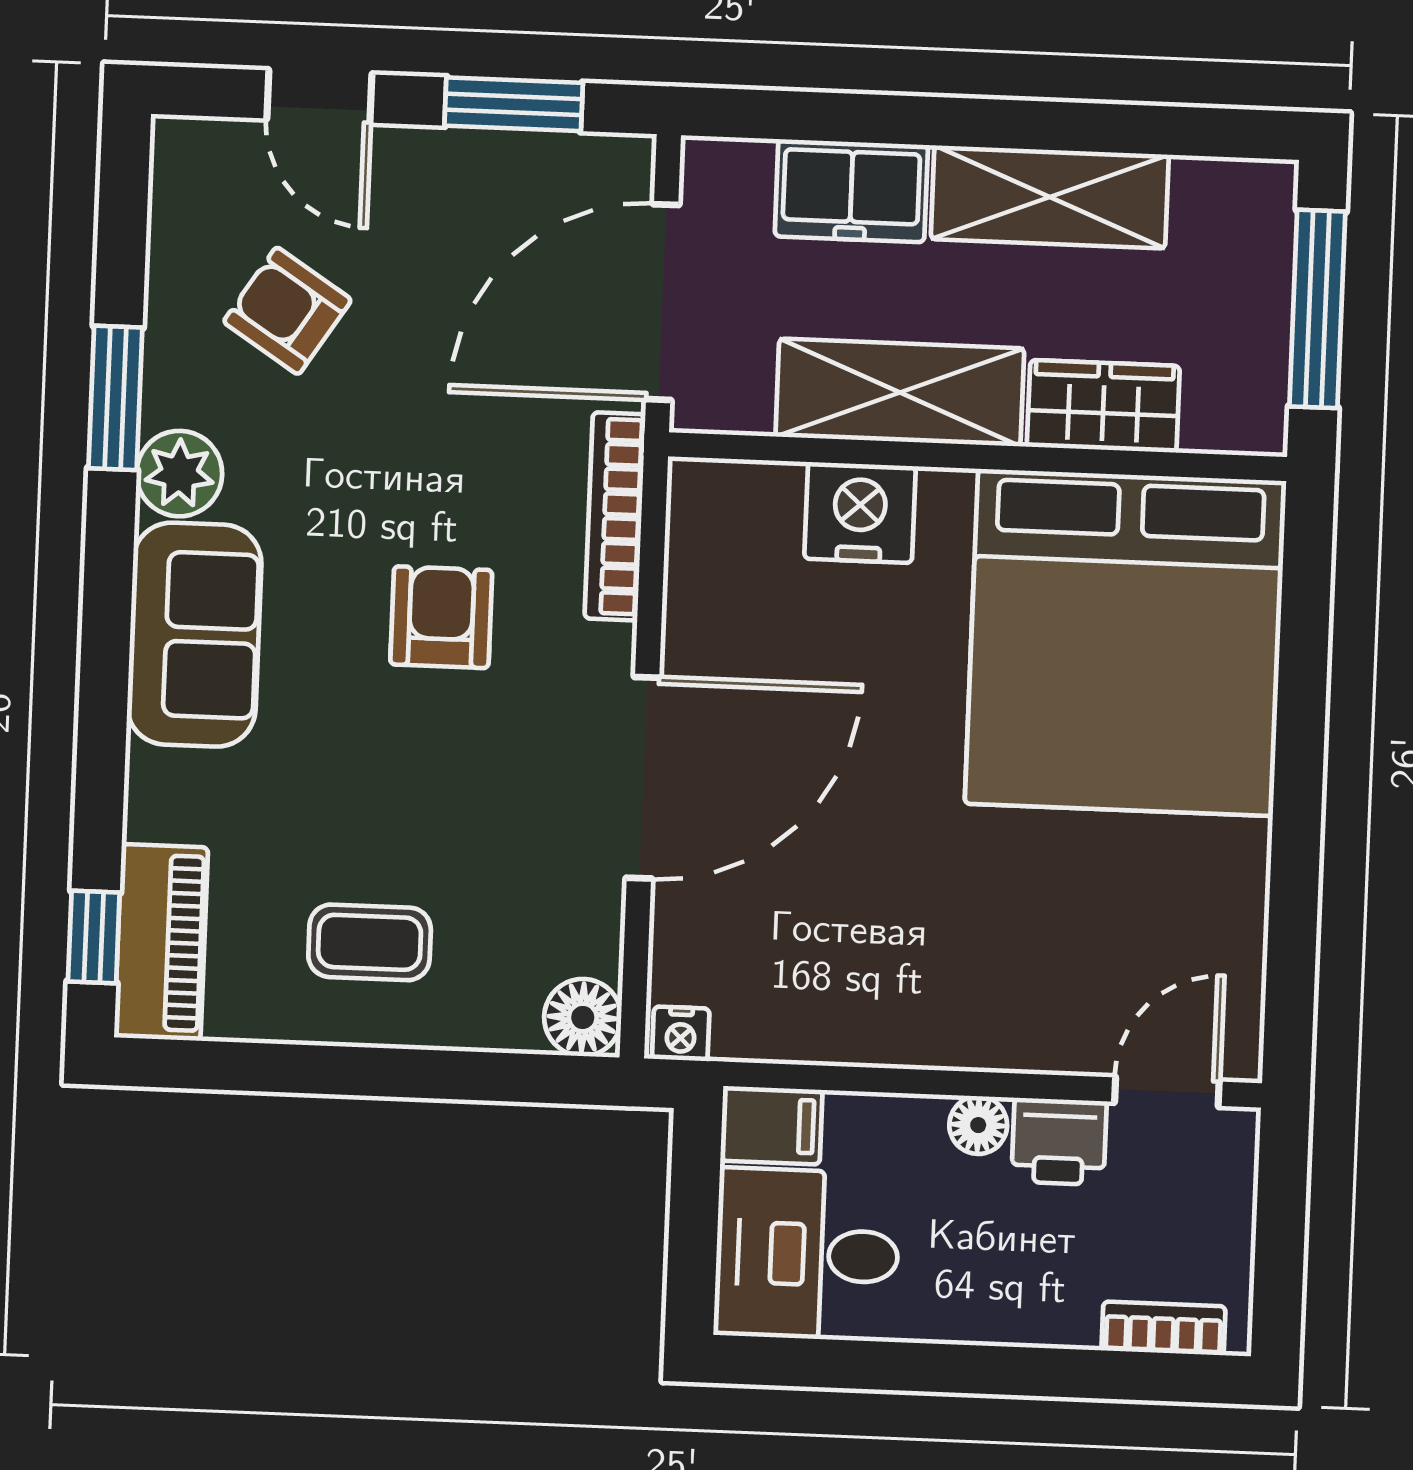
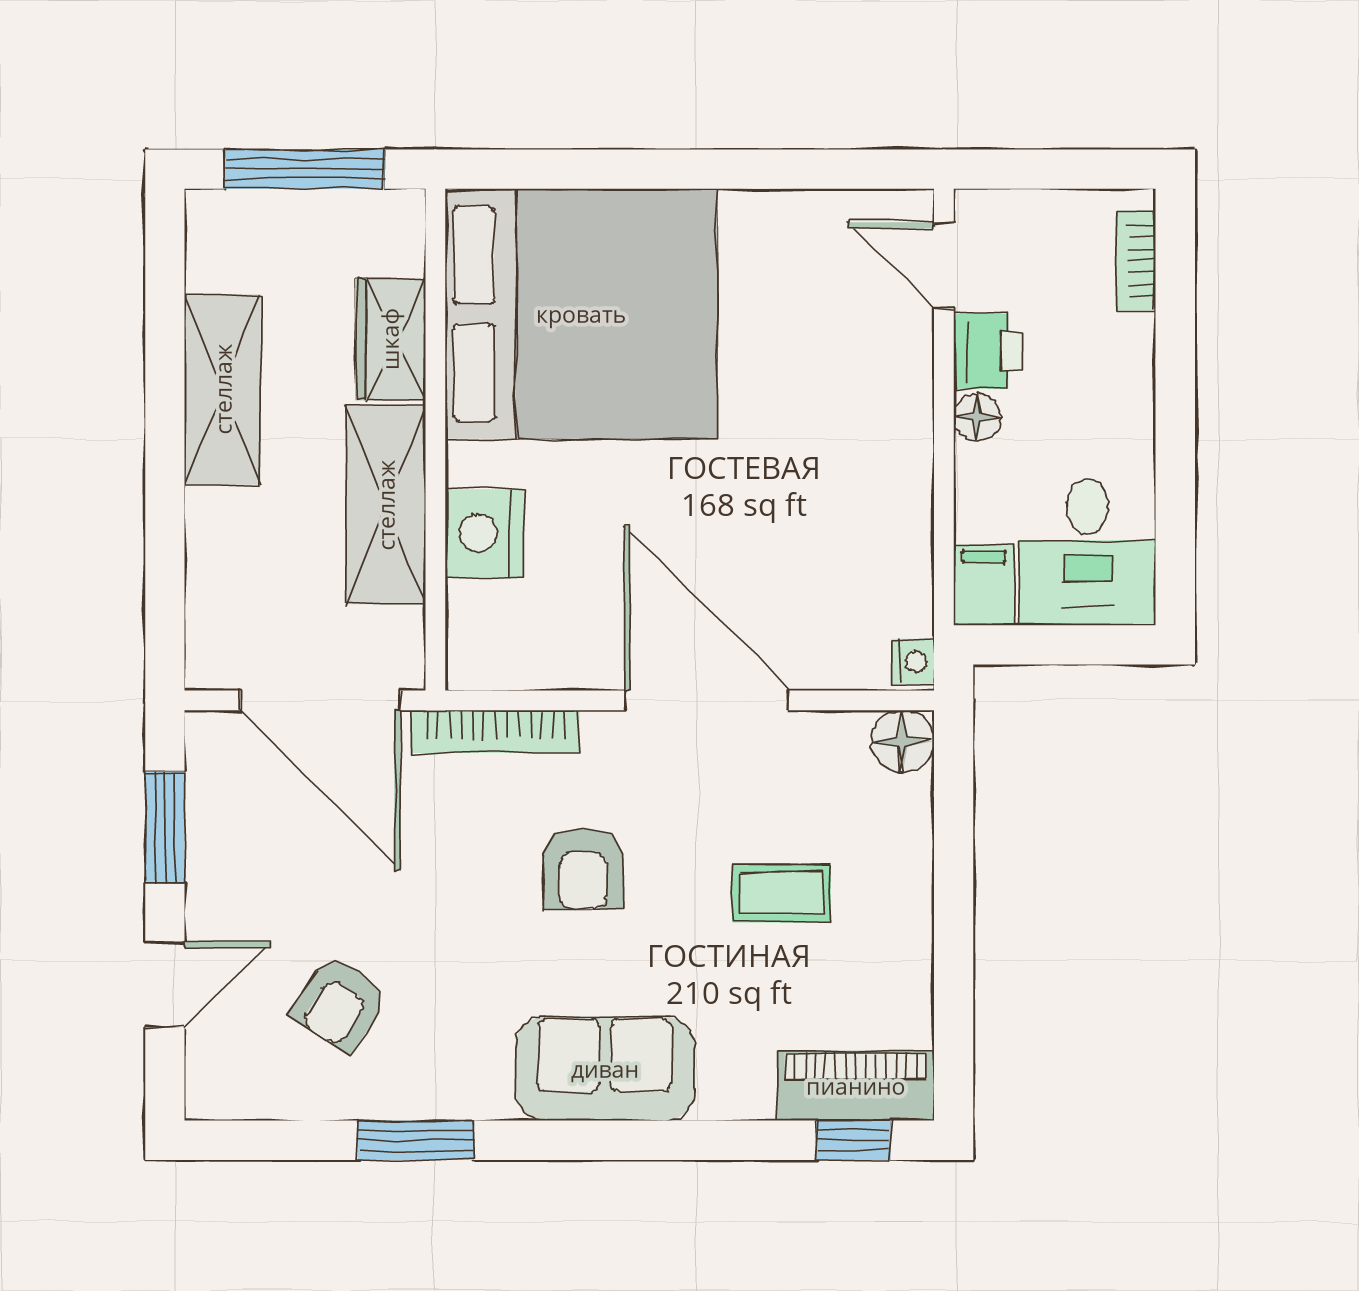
freezer: (851, 191) -> (224, 551), removed
plant: (179, 474) -> (475, 1086), removed
armchair: (441, 617) -> (583, 869), turned -90
coffee table: (370, 942) -> (781, 893), moved, turned 90

